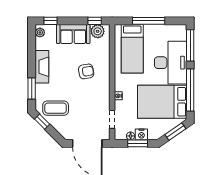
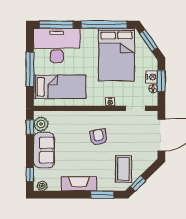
desk: (171, 63) -> (57, 46), moved
armchair: (86, 71) -> (98, 137), moved

